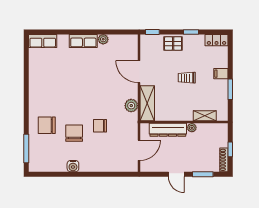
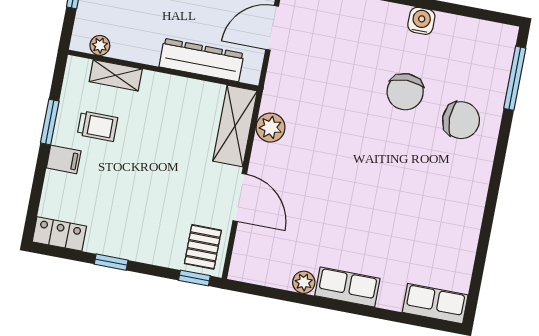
pallet: (173, 43) -> (203, 247), moved, turned 90
trolley: (187, 78) -> (97, 126), moved
chair: (100, 126) -> (346, 97), removed
plant: (192, 128) -> (100, 45), moved

